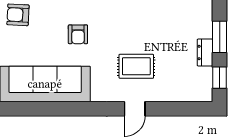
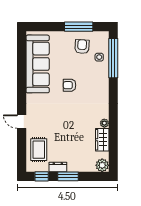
rug: (136, 66) -> (39, 150), moved

